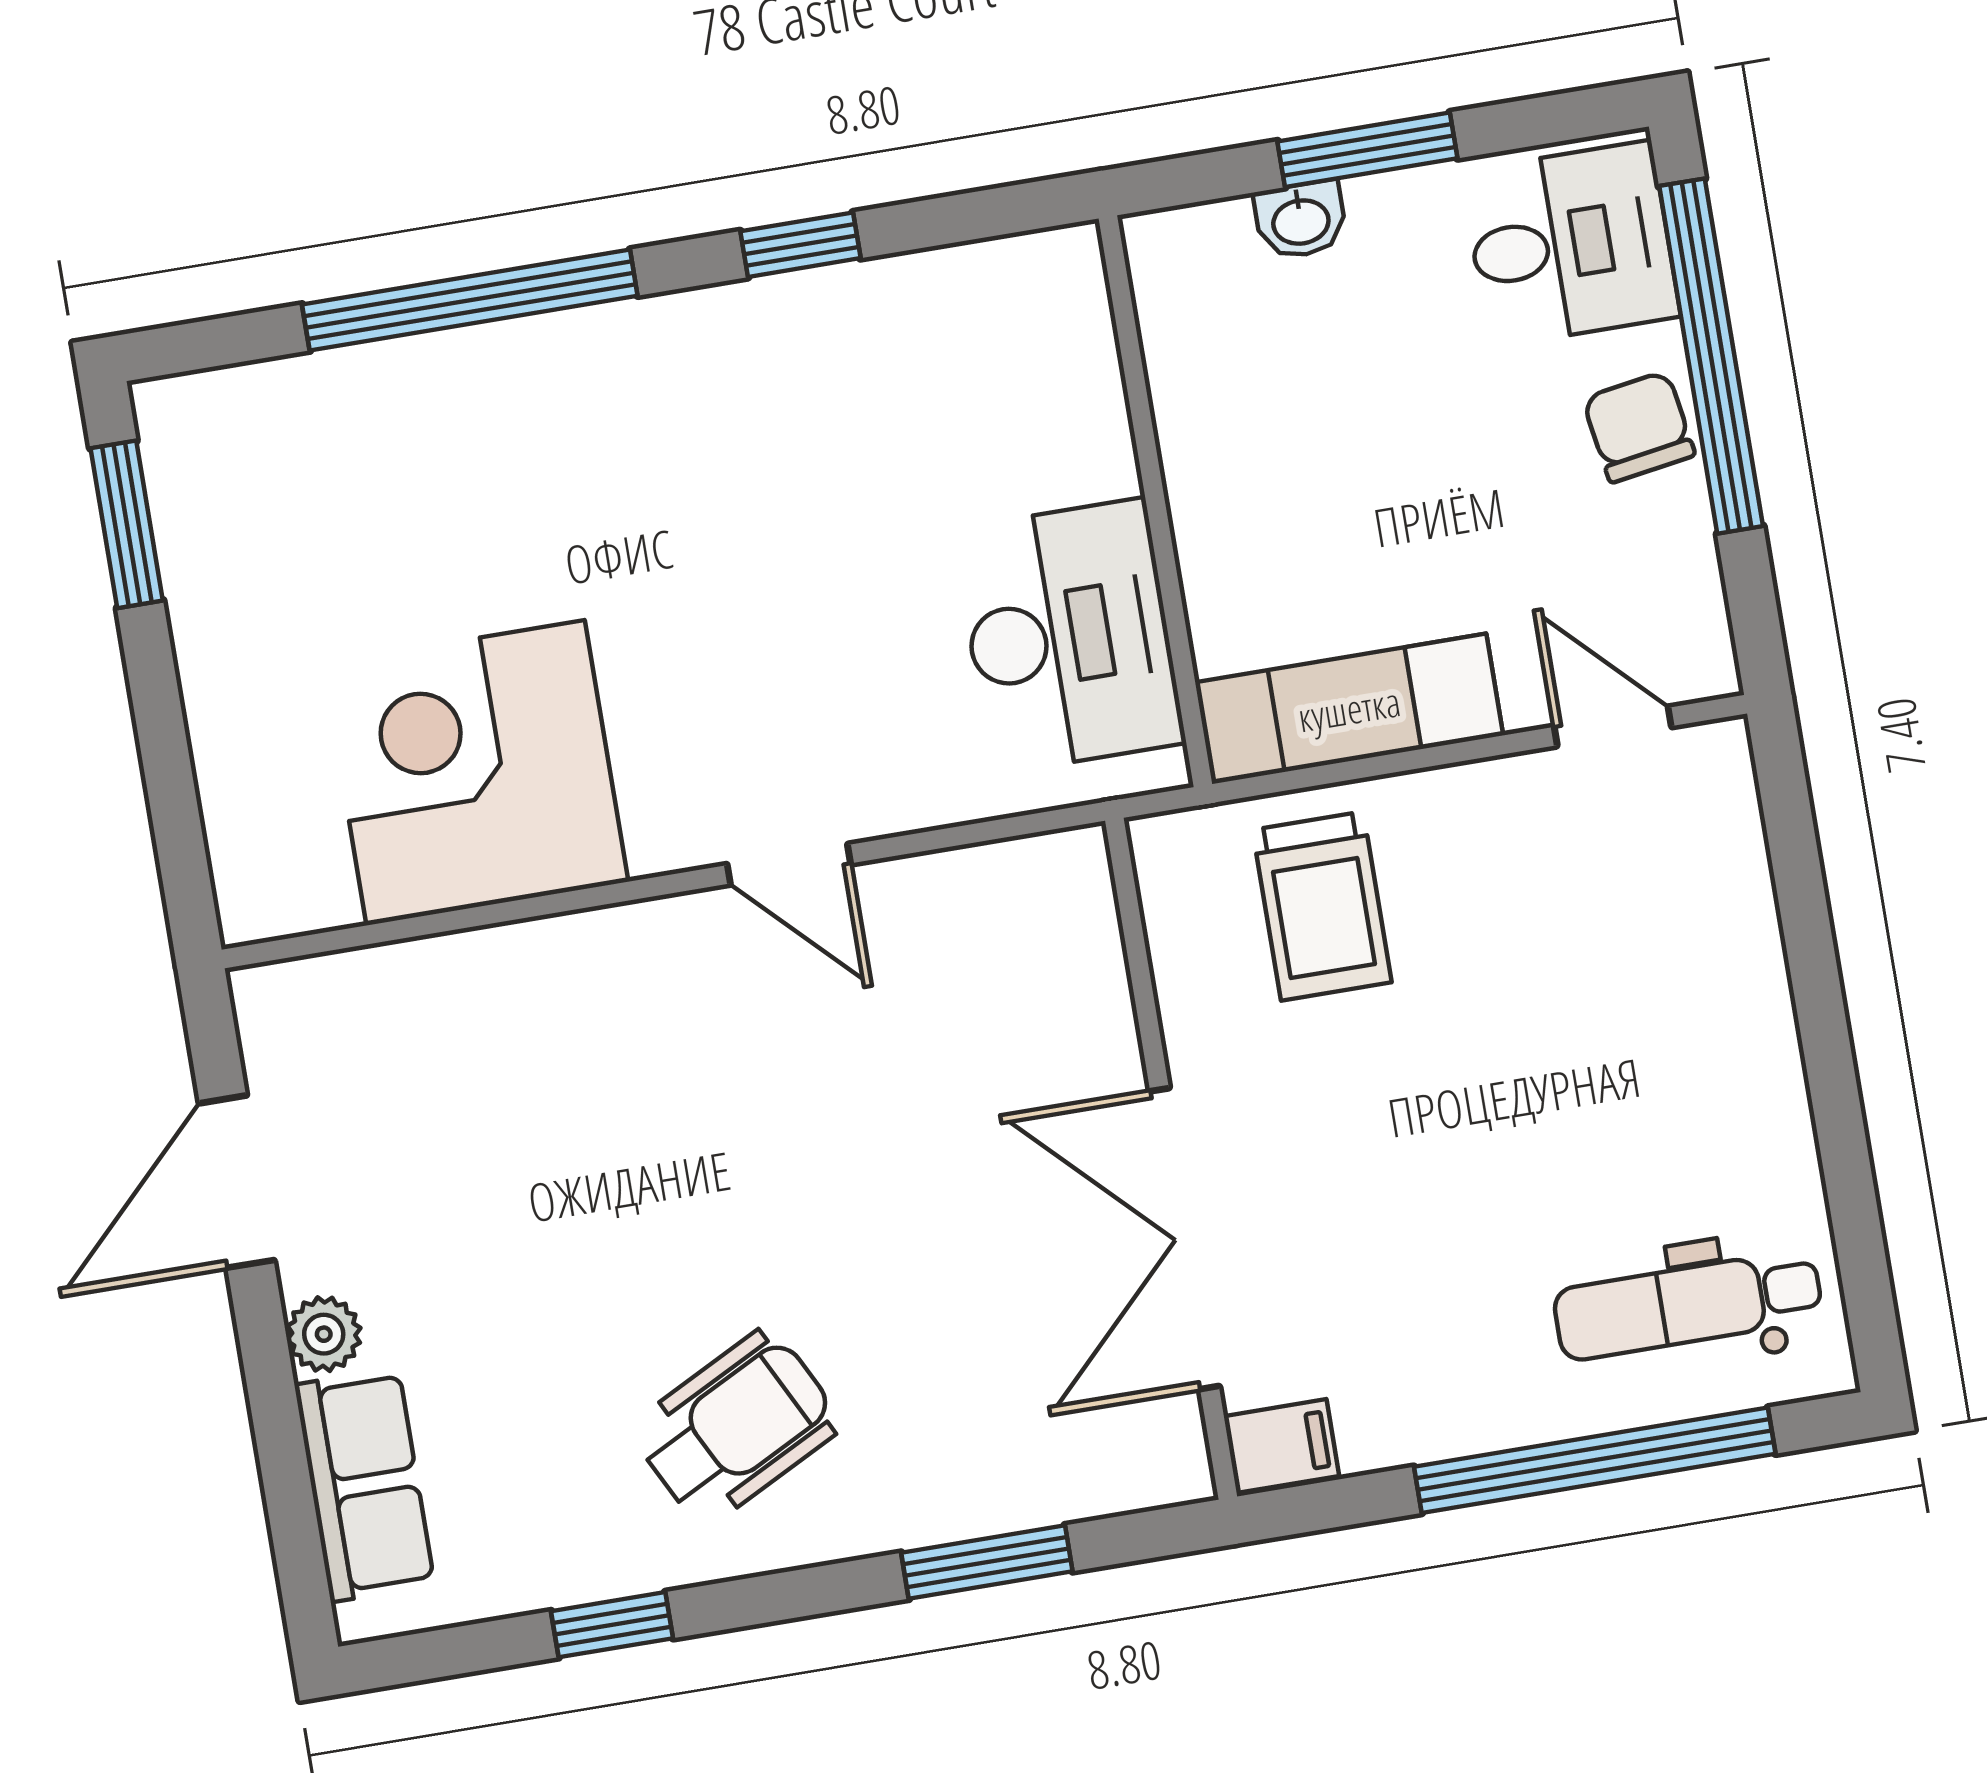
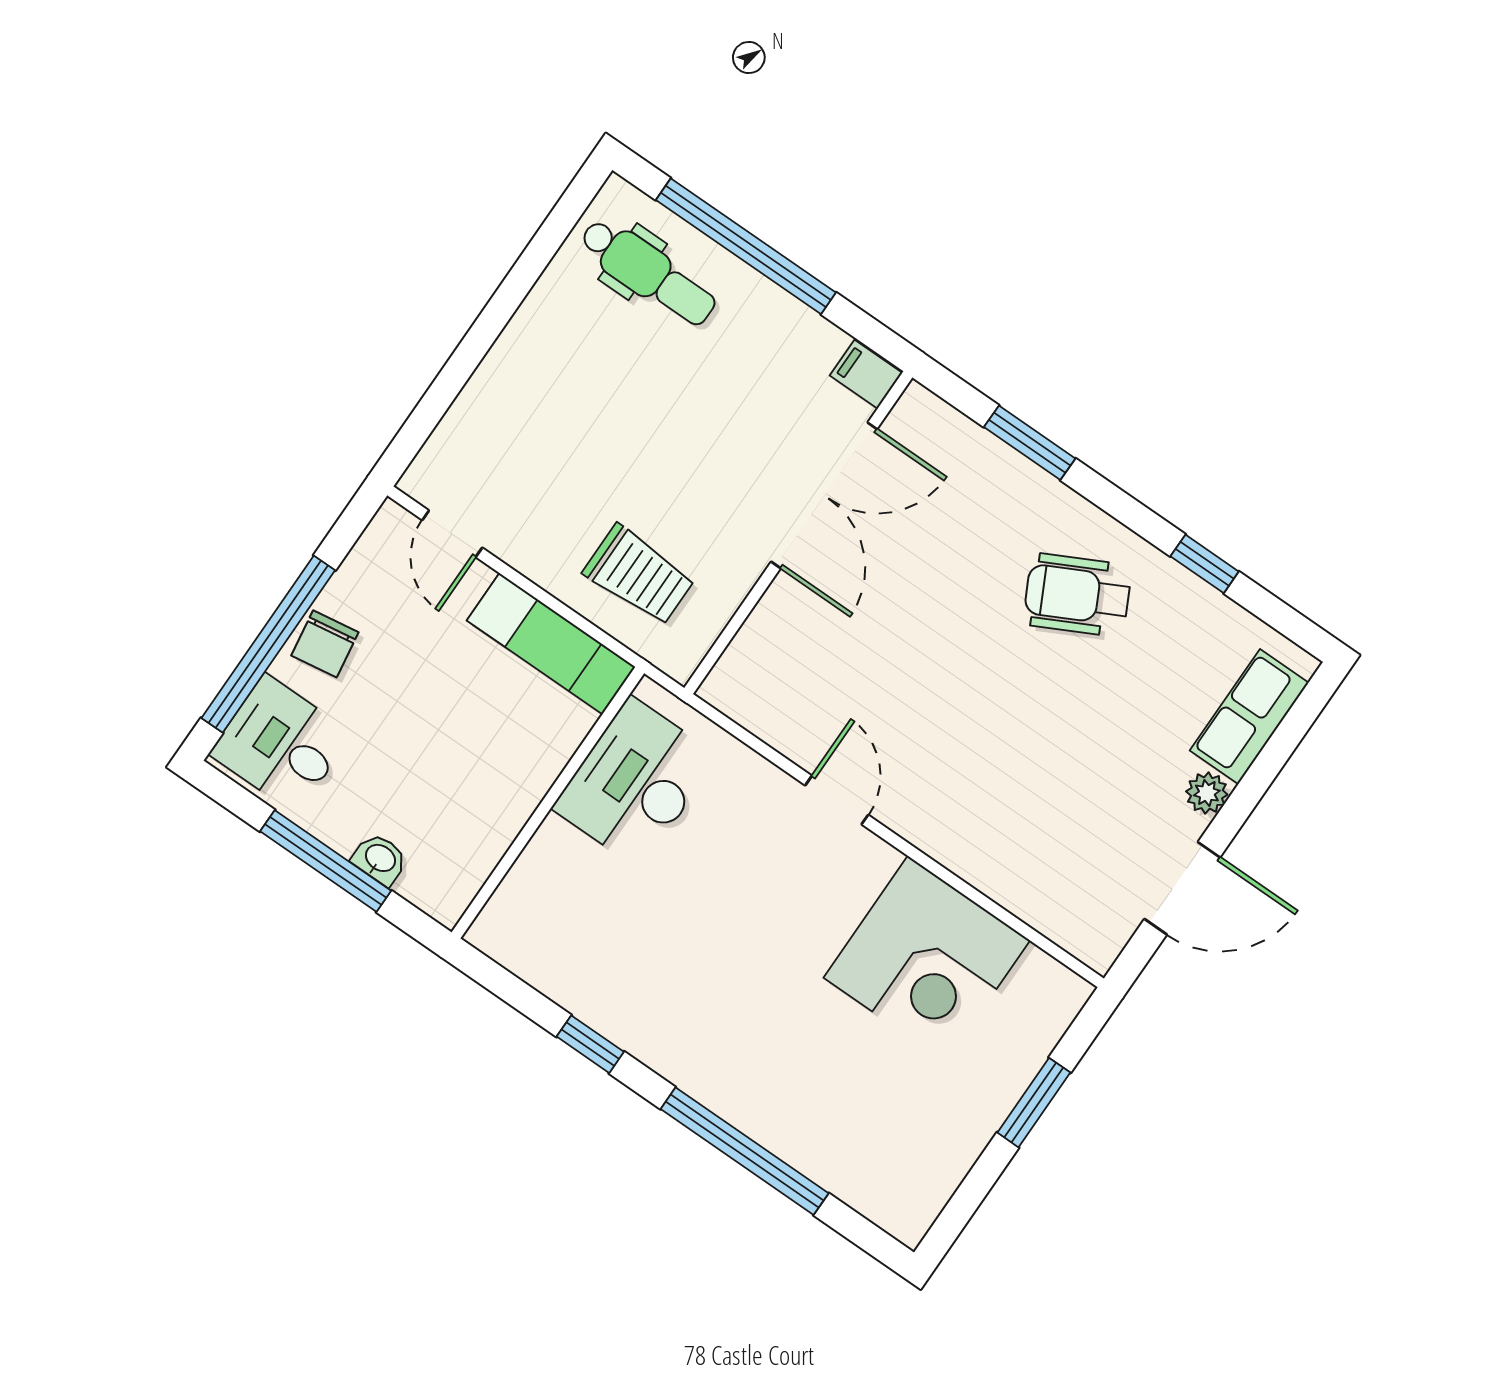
window: (1367, 150) -> (326, 861), width x1.44
window: (127, 524) -> (1034, 1103), moved
trolley: (1322, 906) -> (639, 575), turned 90

